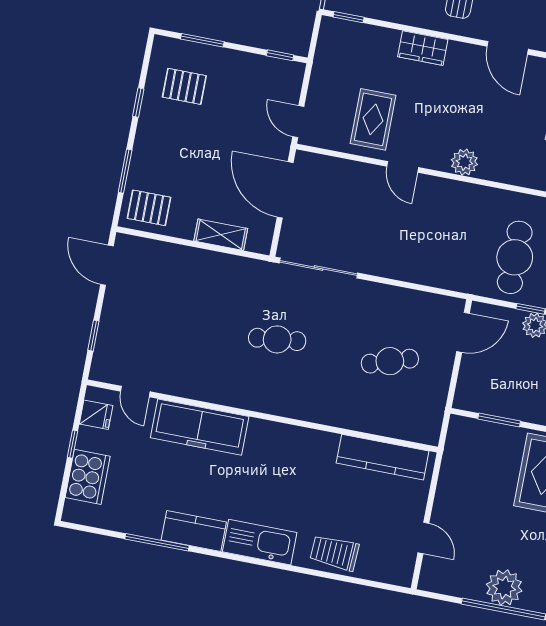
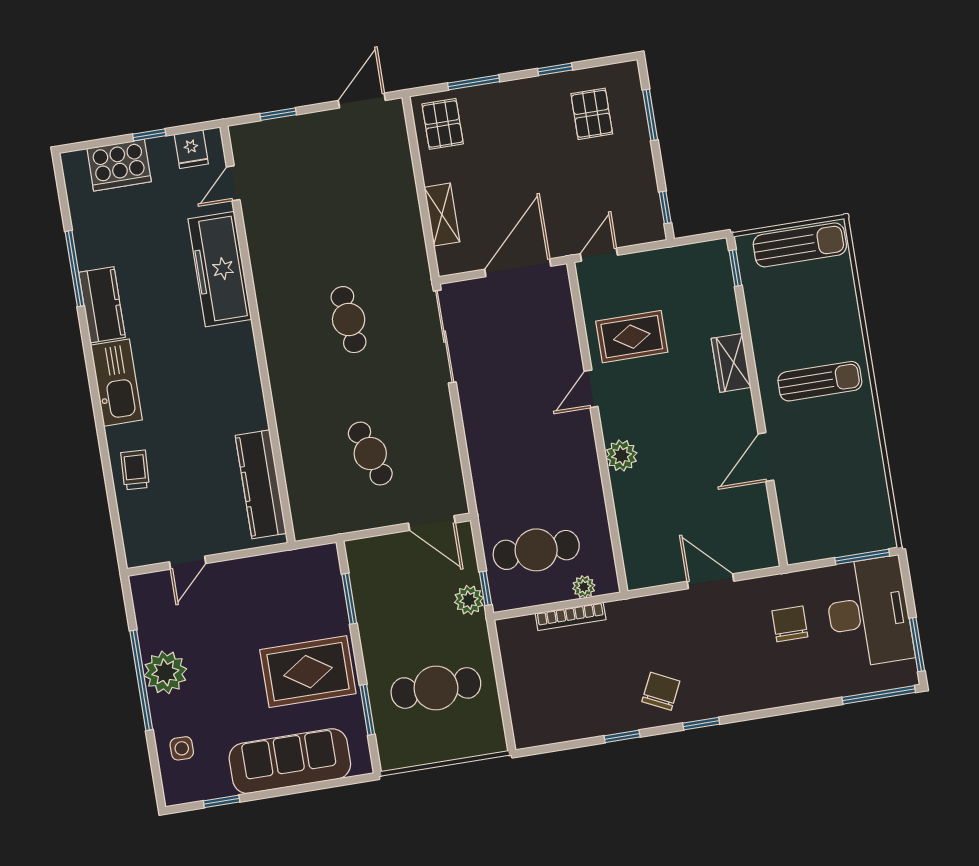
trolley: (335, 553) -> (135, 470), width x0.73, depth x0.72

